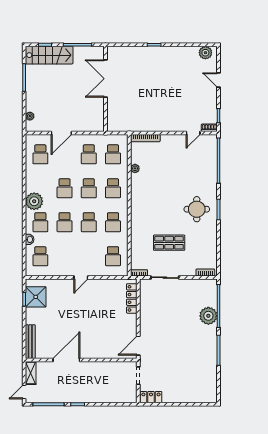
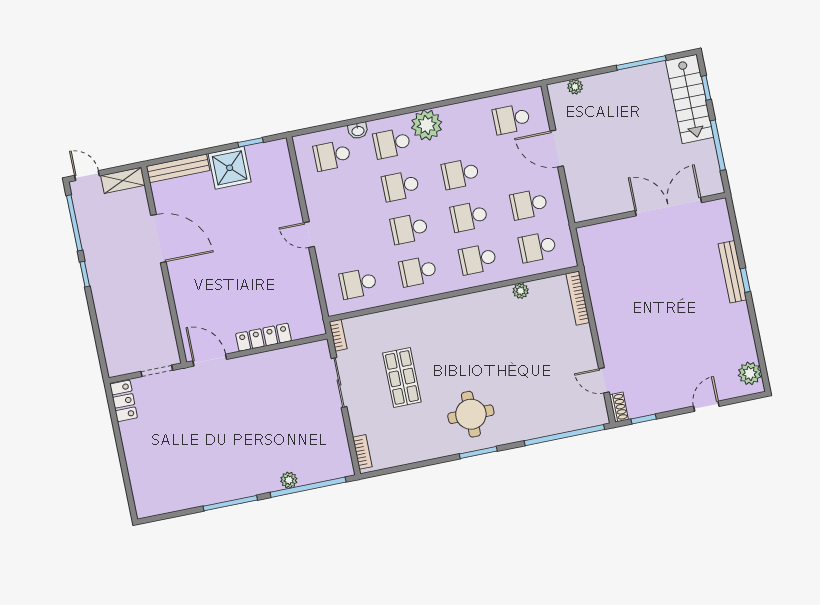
bench: (148, 51) -> (732, 272), added
shower: (36, 297) -> (230, 168), moved
locker: (132, 298) -> (263, 337), moved
plant: (208, 316) -> (289, 480), width x0.53, depth x0.53

